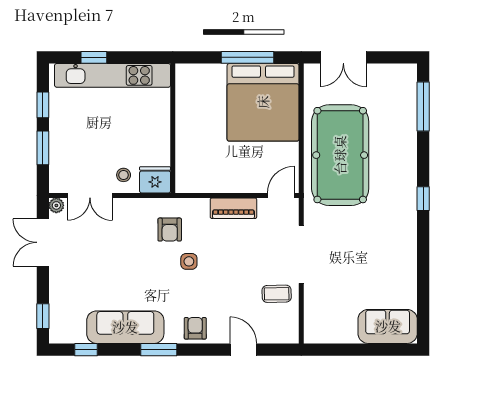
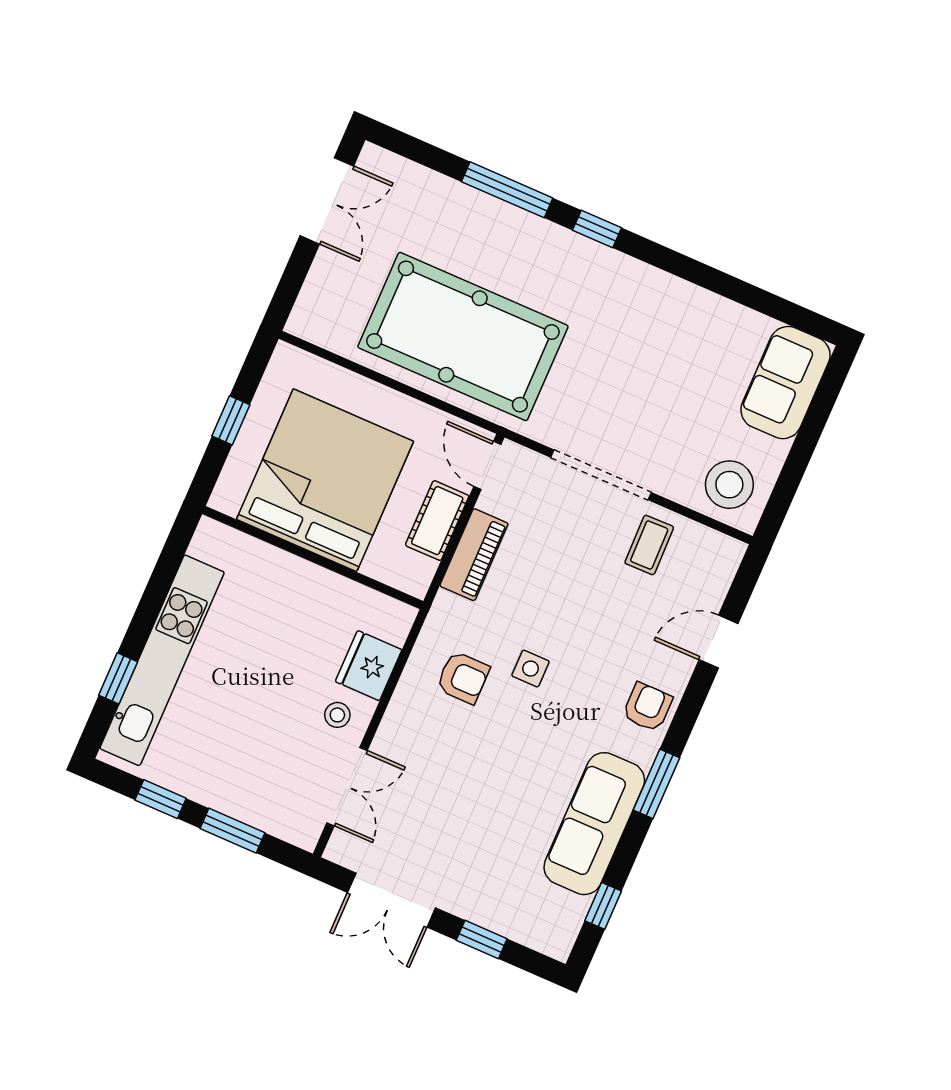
window: (248, 57) -> (231, 420), width x0.46
double door: (343, 57) -> (327, 201), moved
bed: (263, 102) -> (325, 480), moved, turned -90
window: (423, 106) -> (507, 190), moved
wall: (173, 128) -> (313, 557), moved
cot: (243, 182) -> (437, 521), added
plant: (56, 205) -> (339, 850), removed
window: (43, 316) -> (482, 940), moved
stool: (324, 321) -> (729, 485), added
armchair: (195, 328) -> (647, 707), turned 90

